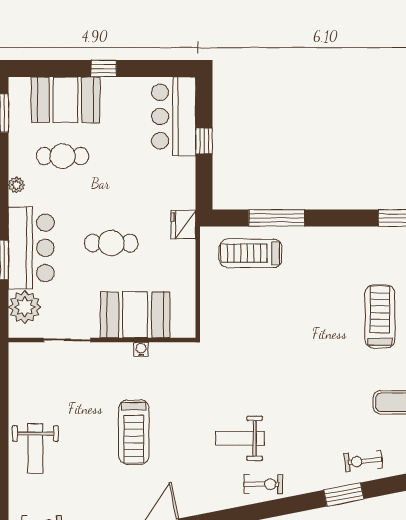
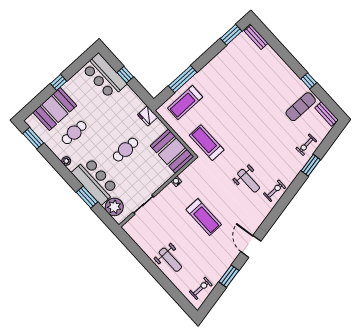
booth: (135, 315) -> (172, 151), moved, turned 90
treadmill: (380, 316) -> (207, 143), moved
weight bench: (240, 438) -> (249, 181), turned -90

